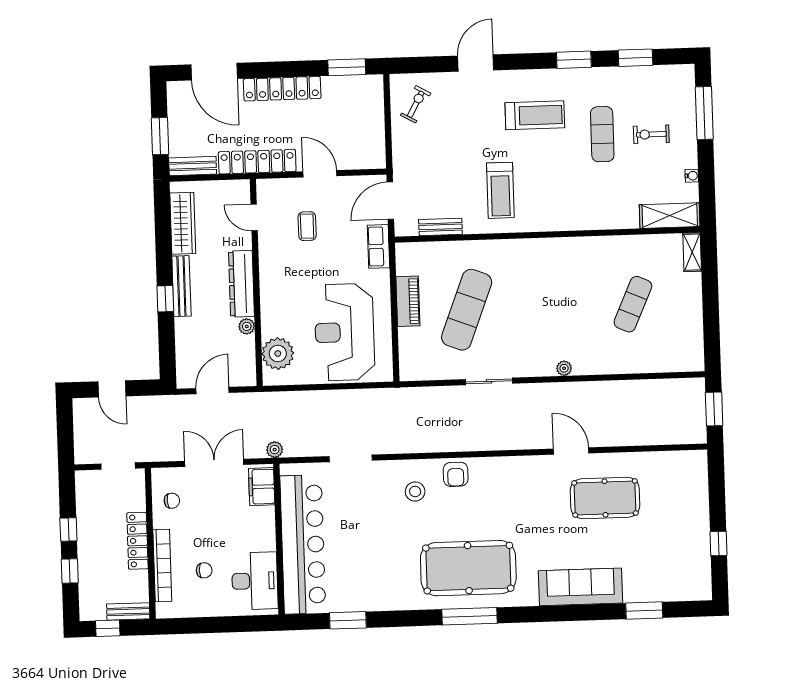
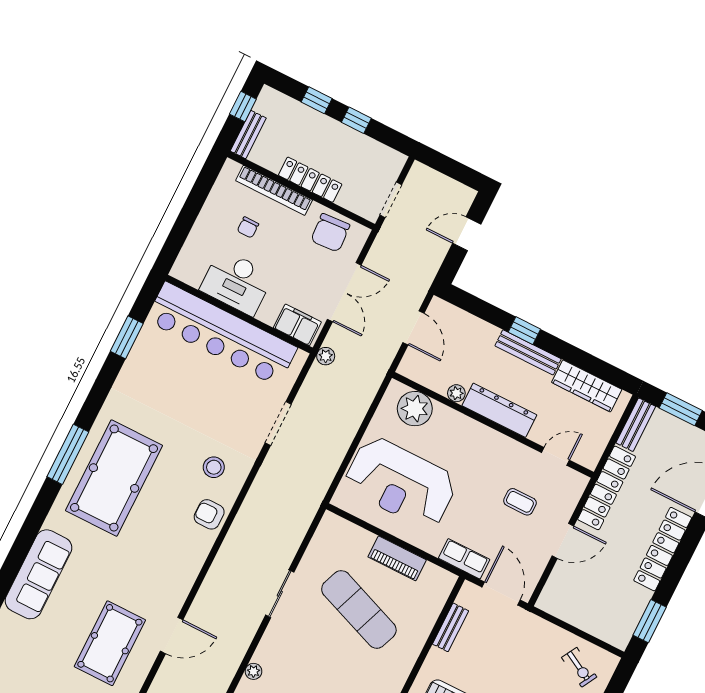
reception desk: (345, 332) -> (401, 483), turned 180
chair: (172, 501) -> (330, 233), width x1.87, depth x1.87
desk: (255, 581) -> (237, 282), moved

